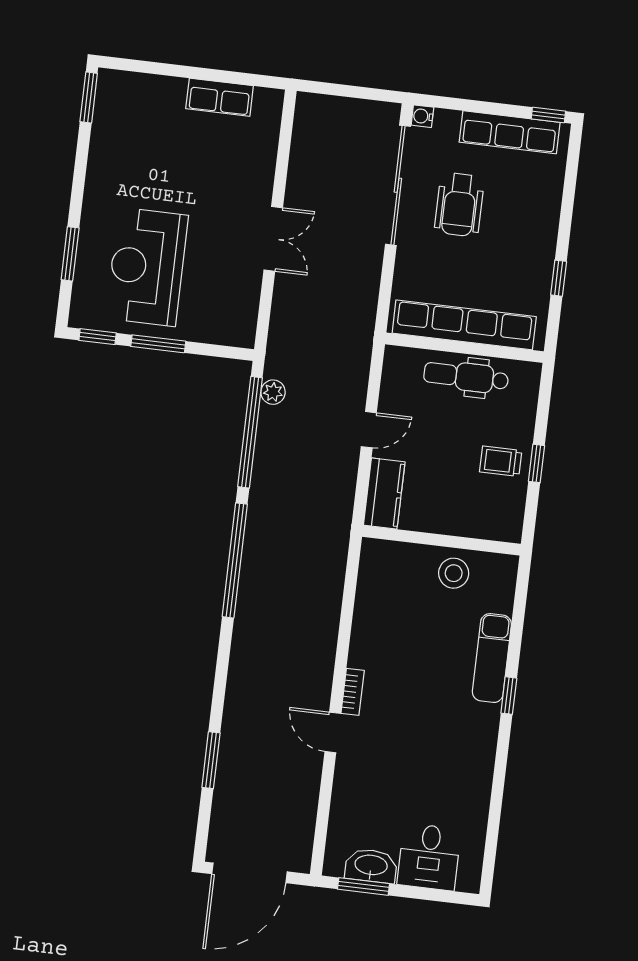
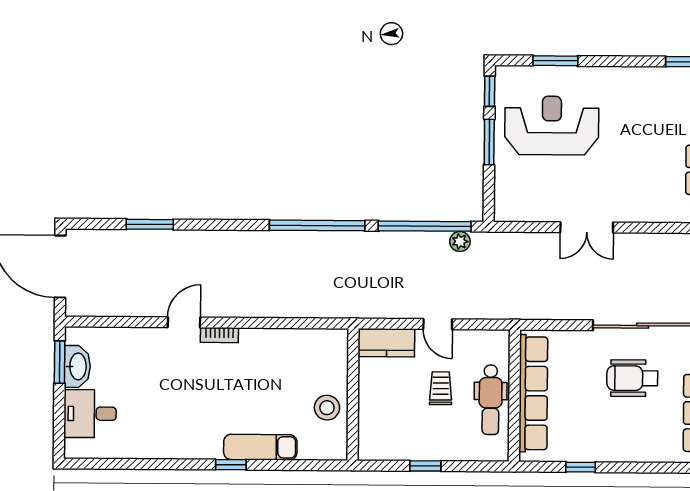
dental chair: (466, 377) -> (491, 400), turned 180
trolley: (501, 461) -> (441, 388), moved

